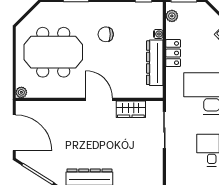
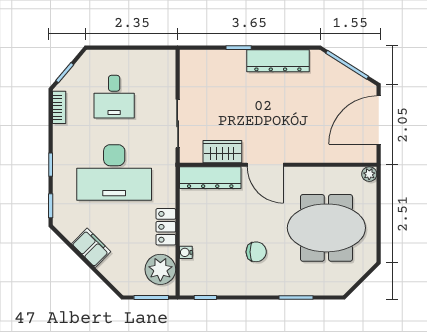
plant: (172, 16) -> (160, 269), width x1.88, depth x1.88
dresser: (155, 63) -> (210, 178), moved, turned 90
door: (14, 133) -> (379, 120), hinge flipped

